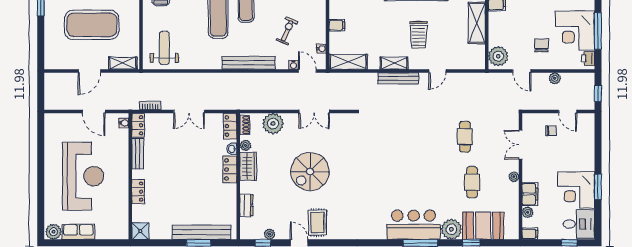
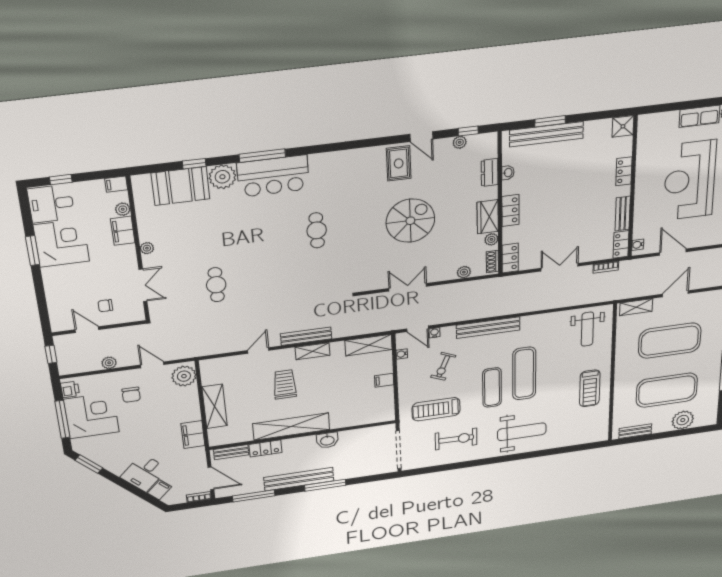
plant: (273, 124) -> (464, 272), width x0.53, depth x0.53
washbasin: (232, 149) -> (508, 173), moved
cafe table: (472, 182) -> (317, 230), moved

